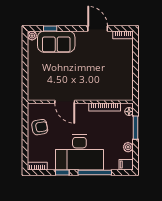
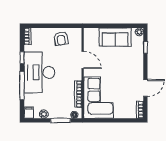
sofa: (56, 42) -> (115, 37), moved, turned -90
corner sofa: (109, 83) -> (99, 98), added
door: (65, 102) -> (83, 60), swing flipped

